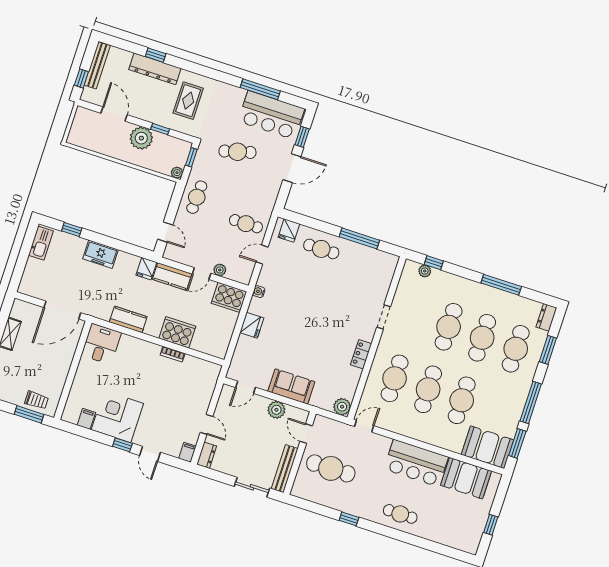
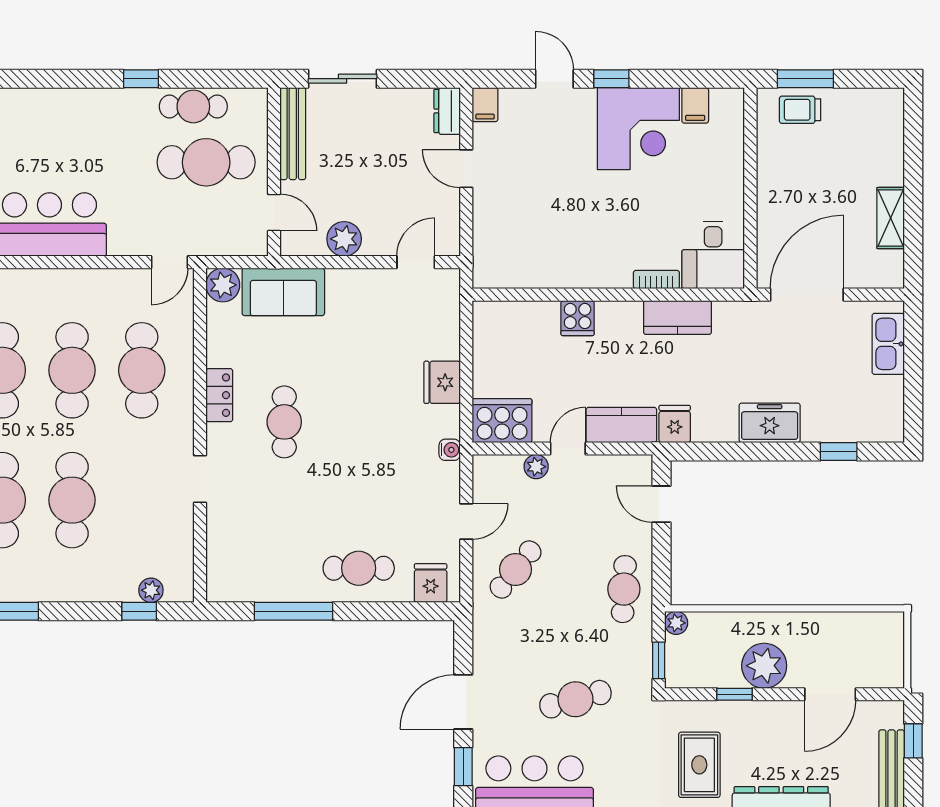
door: (114, 114) -> (830, 694), hinge flipped
cafe table: (246, 224) -> (516, 569), turned -51
kitchen sink: (41, 243) -> (888, 344), moved
cafe table: (334, 331) -> (284, 422), added
cooker: (177, 332) -> (578, 318), width x0.53, depth x0.76
bookcase: (173, 354) -> (656, 280), moved
sofa: (291, 386) -> (283, 292), moved
cafe table: (400, 514) -> (193, 106), moved

